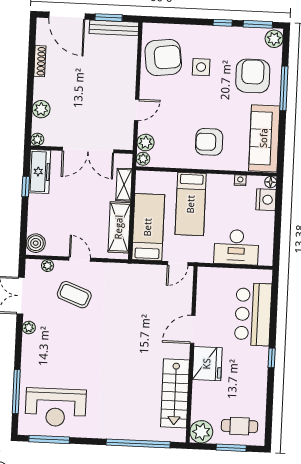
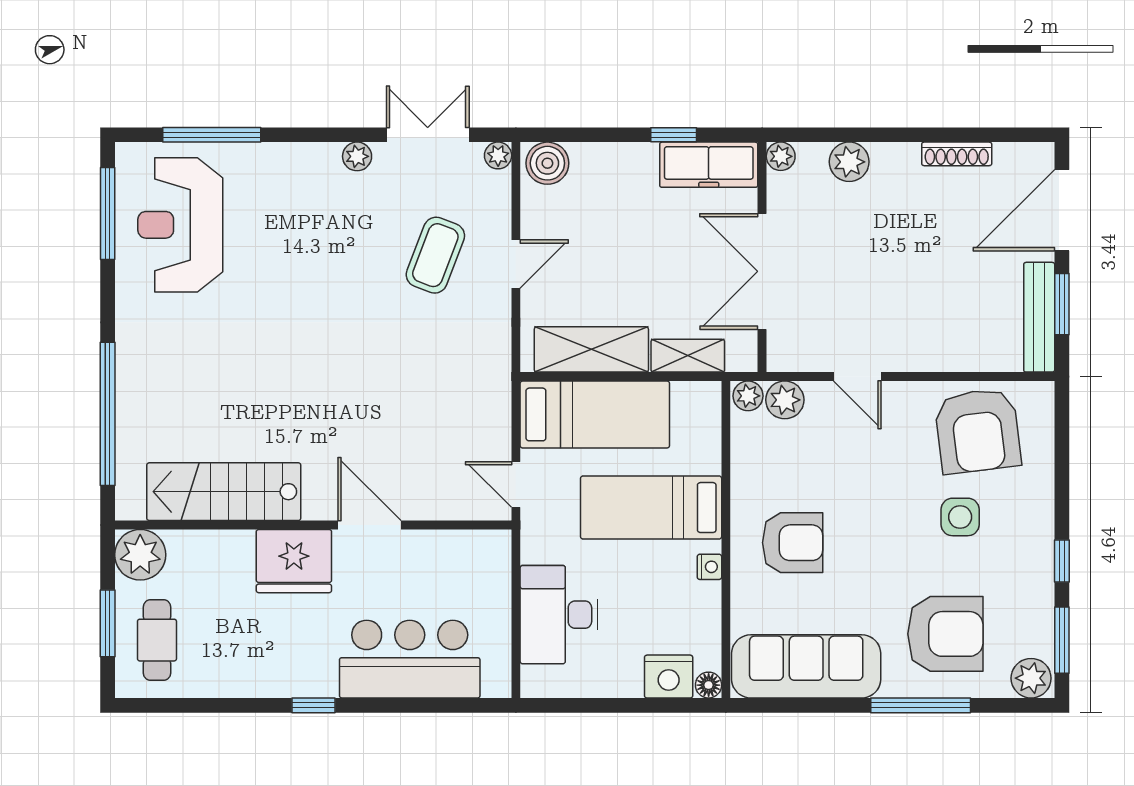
armchair: (209, 142) -> (793, 543), turned 90
nightstand: (240, 180) -> (709, 567), moved
plant: (48, 266) -> (498, 155), moved

